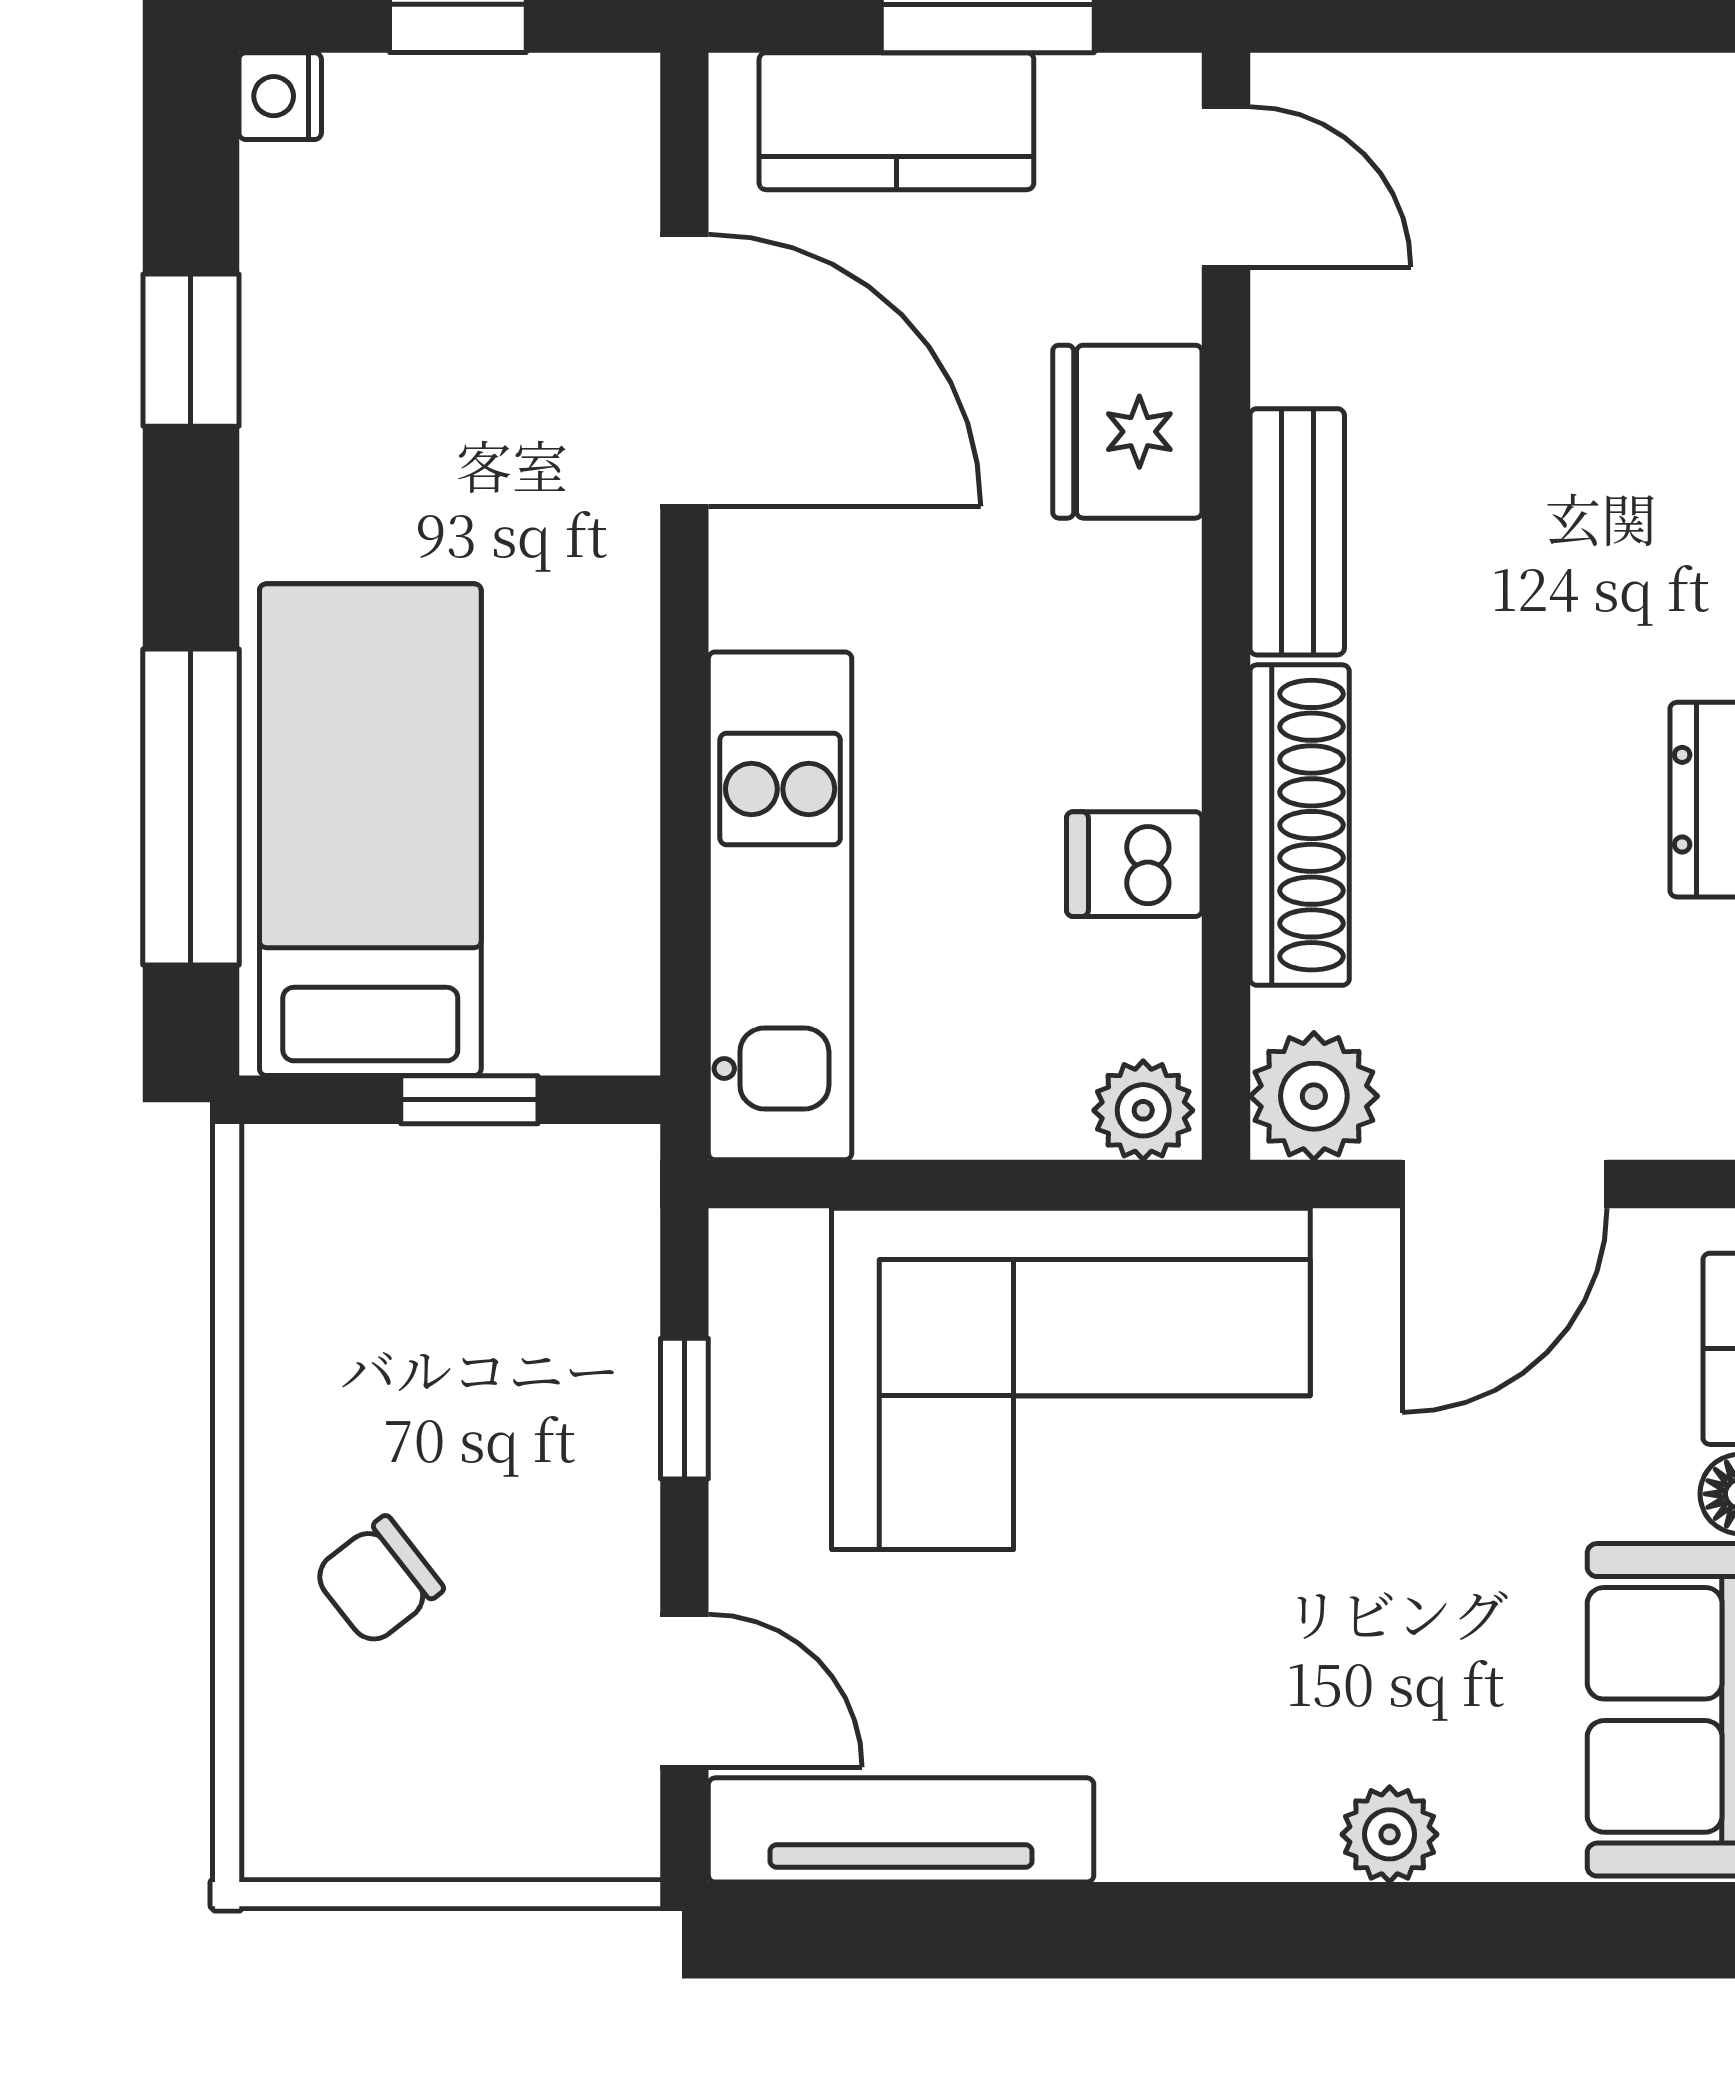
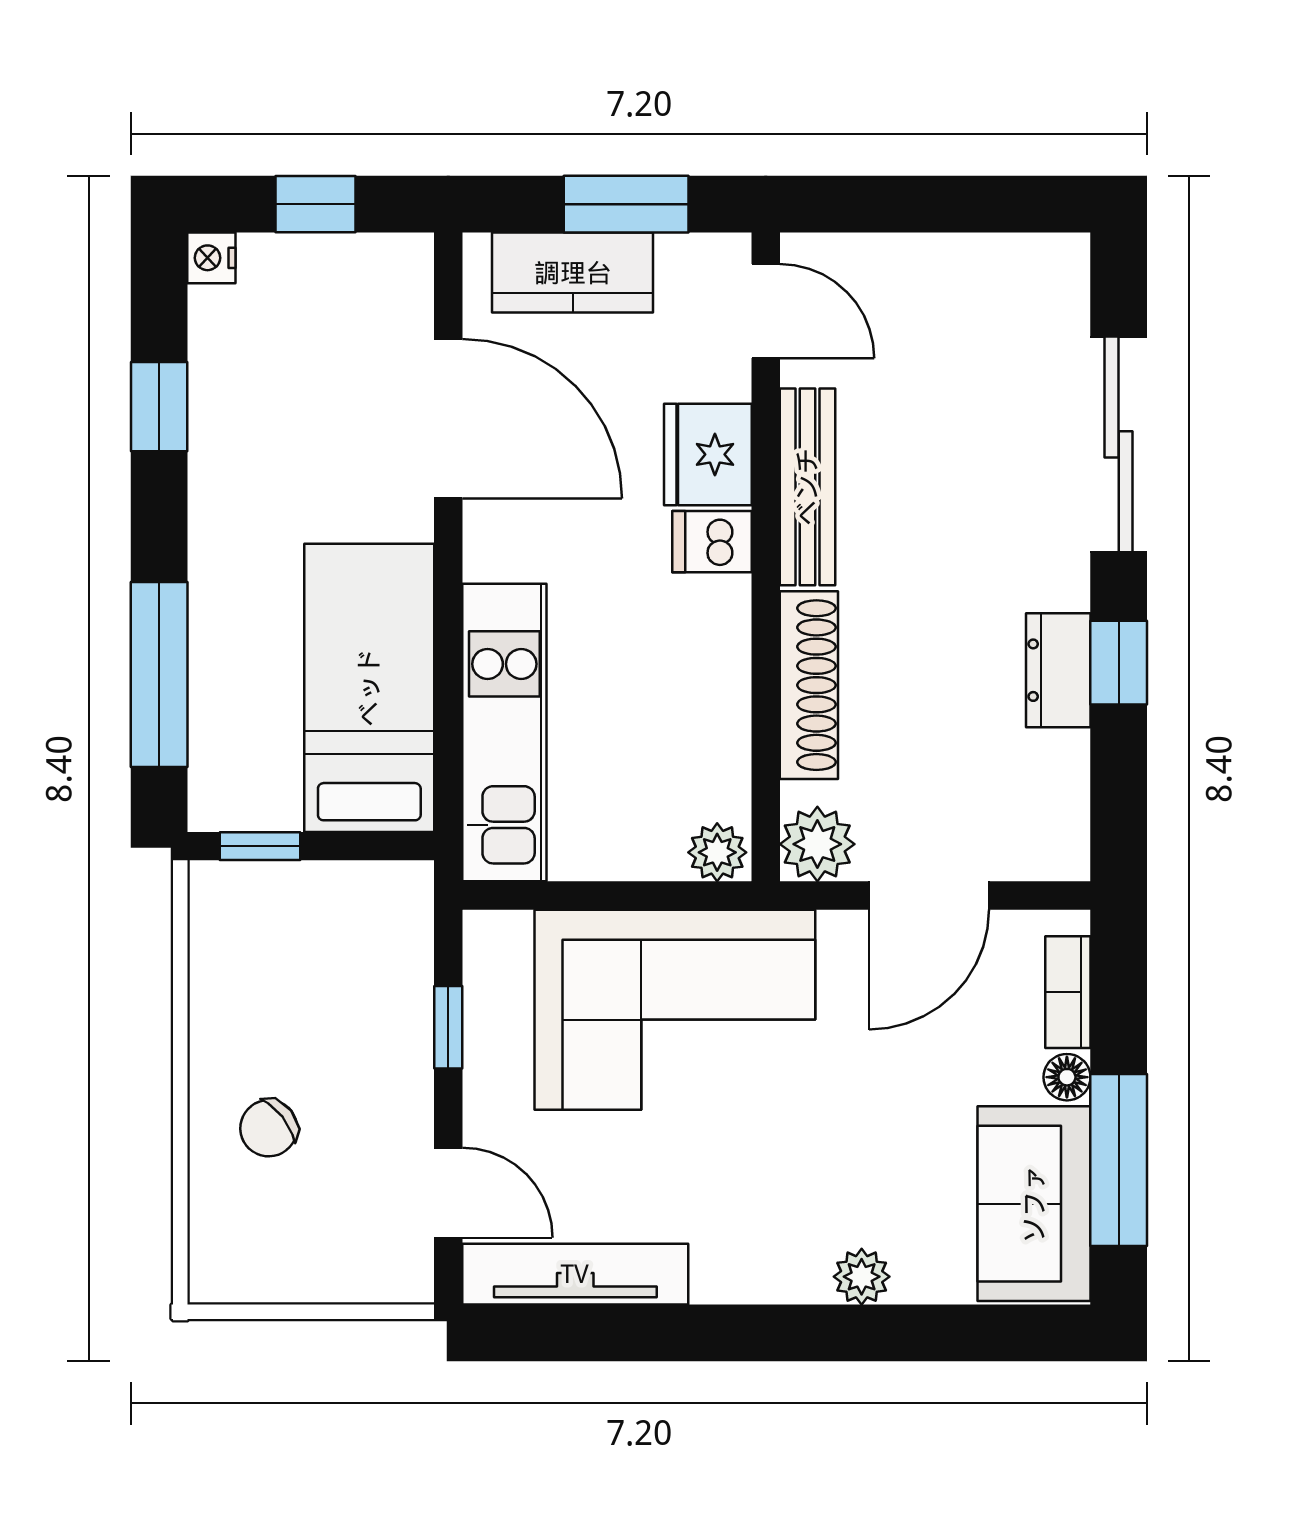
bench: (1297, 532) -> (807, 487), width x1.36
bed: (370, 830) -> (369, 688), moved
dishwasher: (1134, 864) -> (712, 542), moved
window: (469, 1100) -> (260, 846), moved

